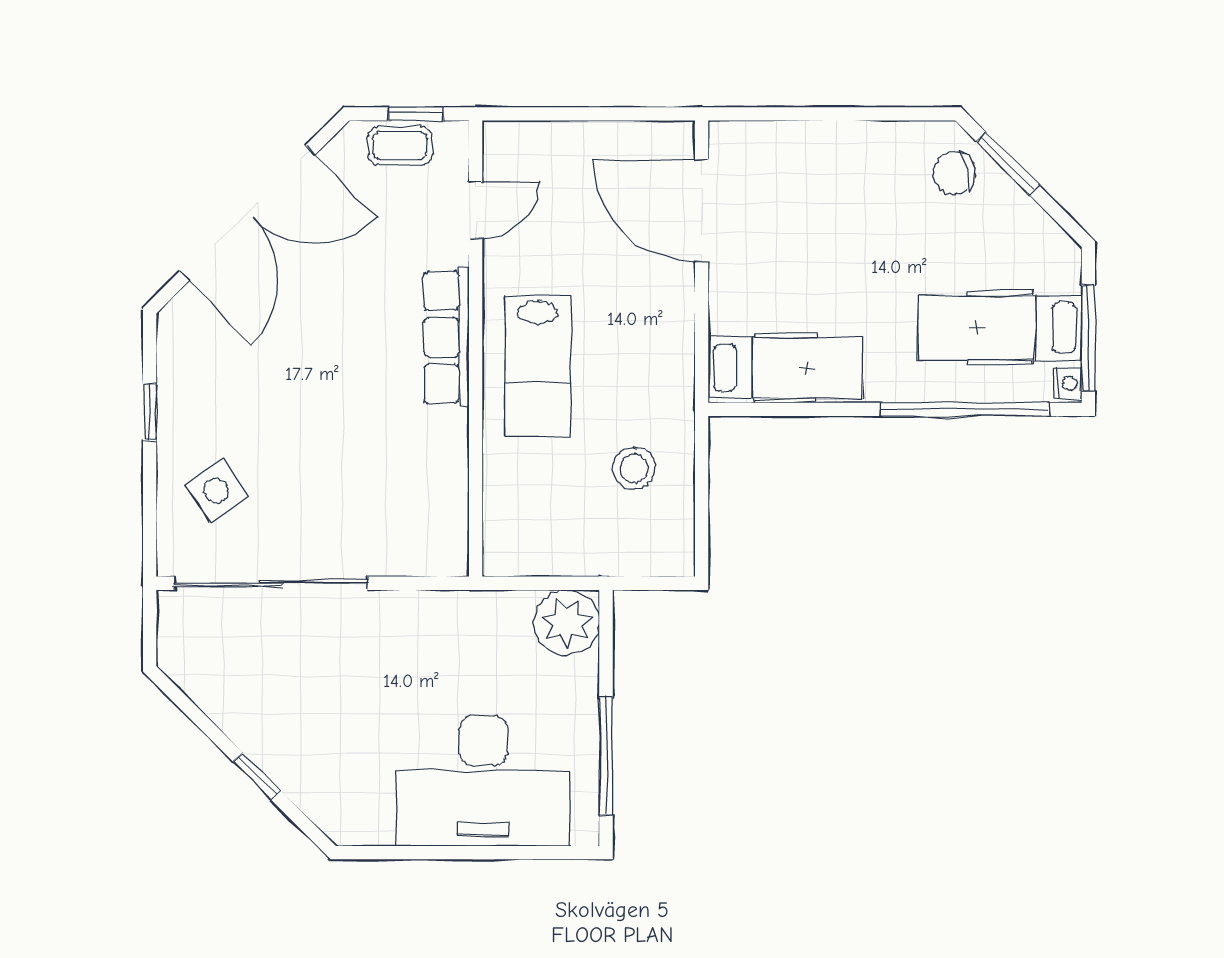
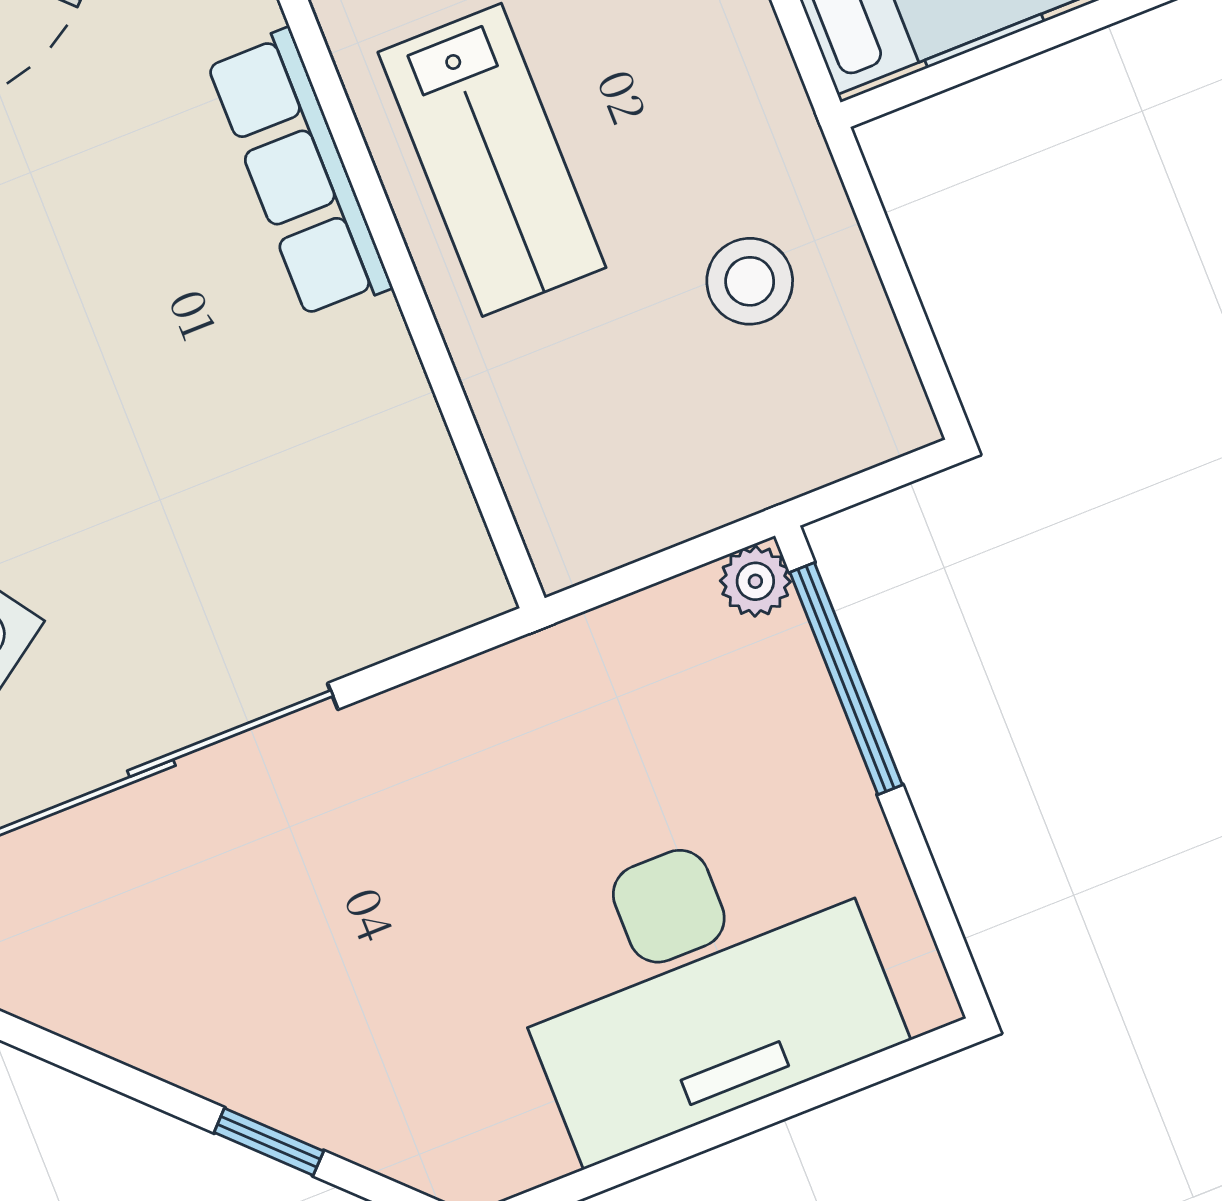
plant: (567, 622) -> (755, 581), width x0.53, depth x0.53
window: (606, 755) -> (846, 679), moved

